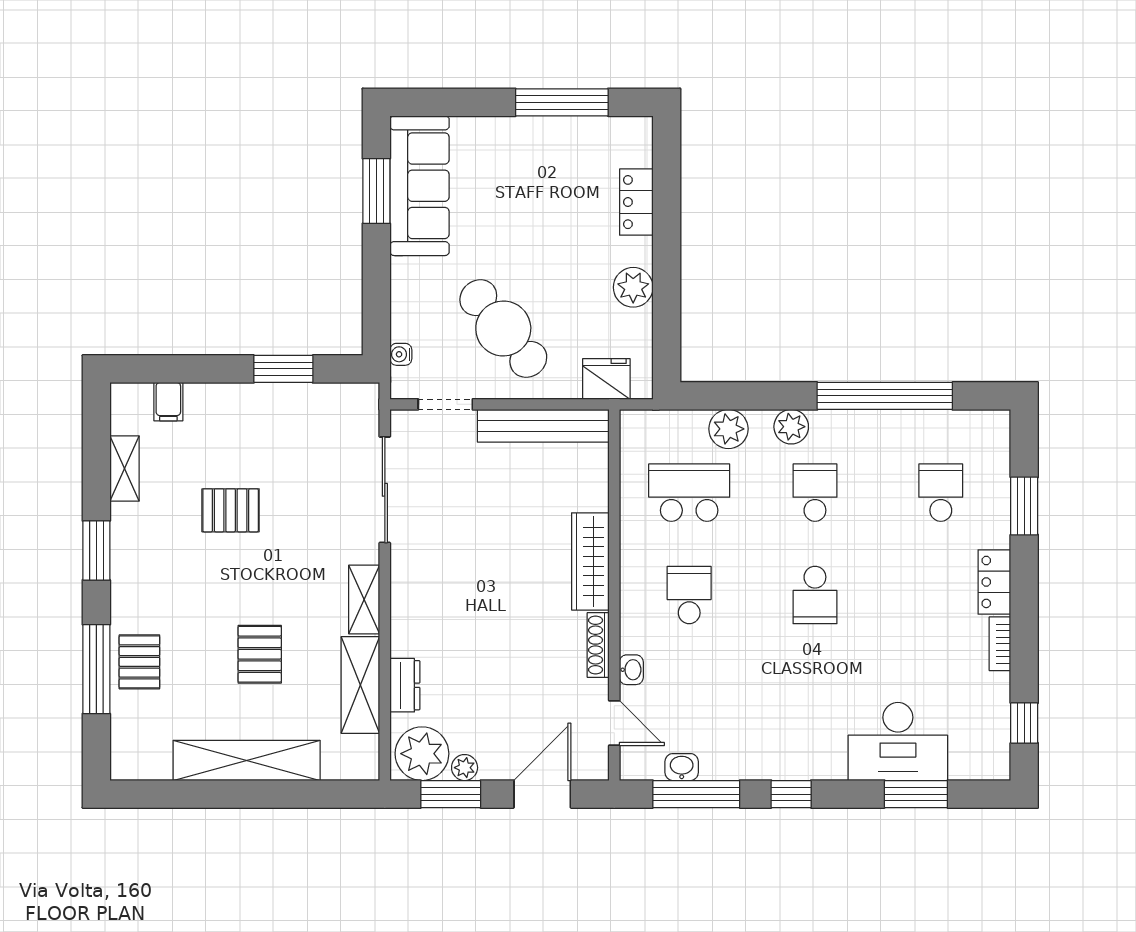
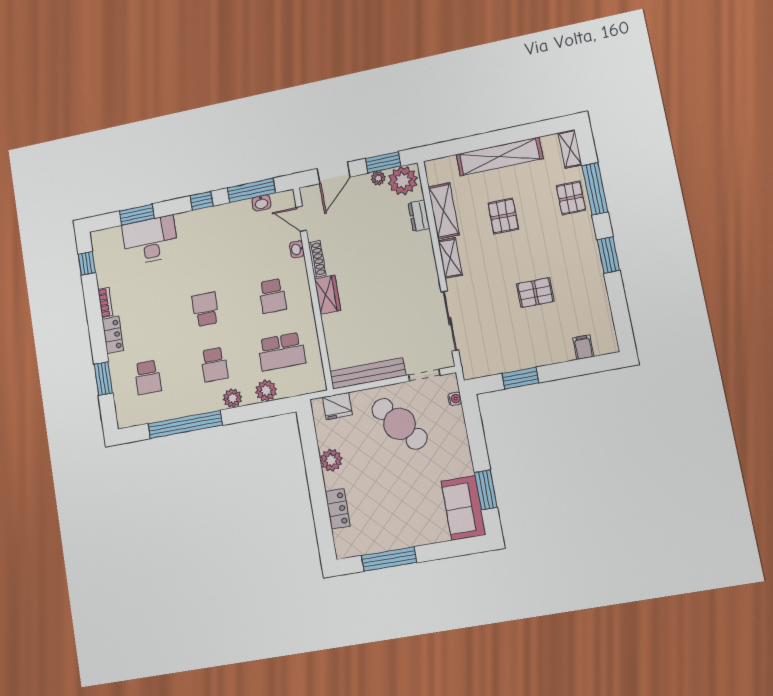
sofa: (420, 186) -> (464, 508), width x0.73
shelving: (125, 468) -> (570, 149), moved
wardrobe: (590, 561) -> (327, 295), width x0.67

